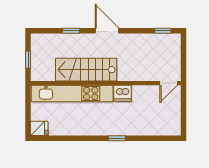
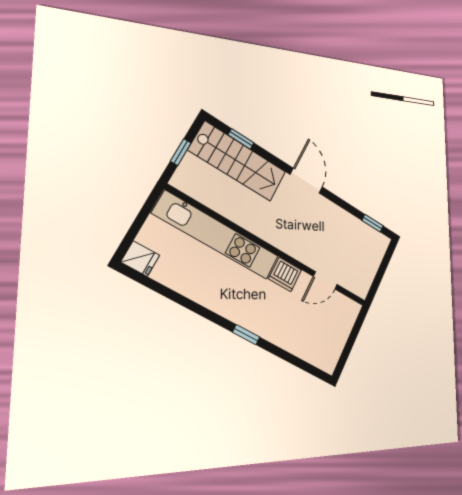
window: (71, 31) -> (241, 139), moved
stairs: (86, 70) -> (238, 161), moved, turned 180
door: (169, 83) -> (325, 280), moved

